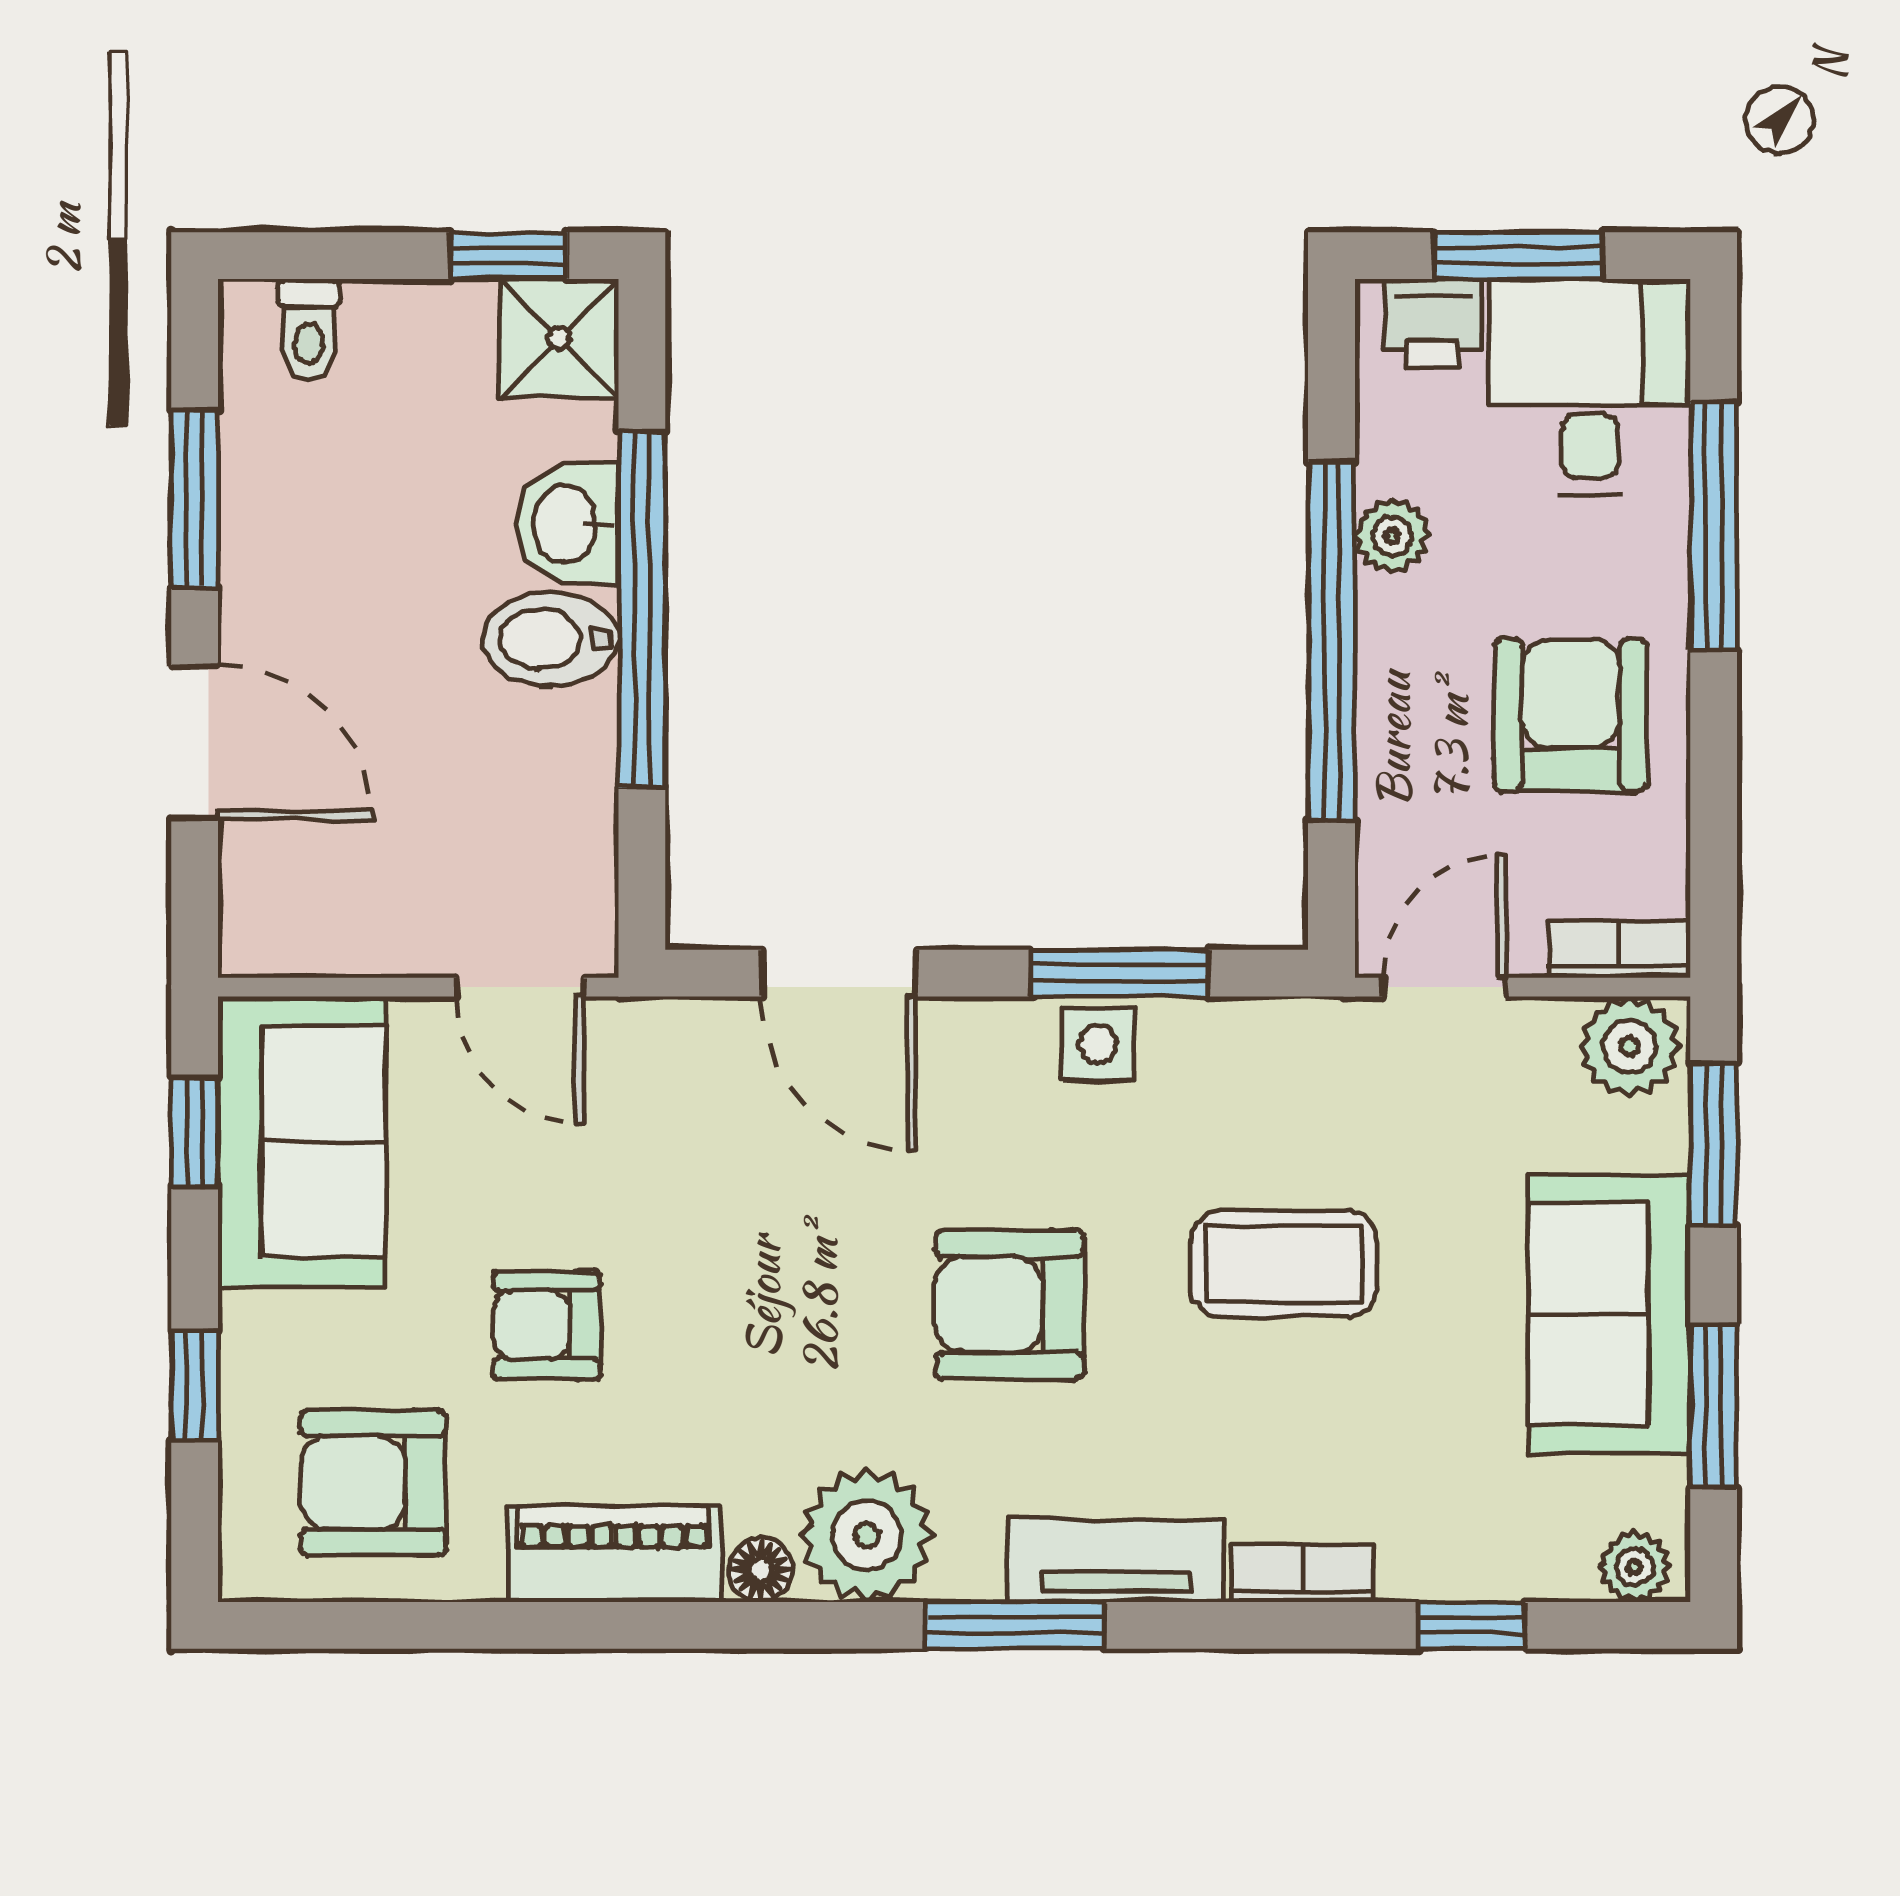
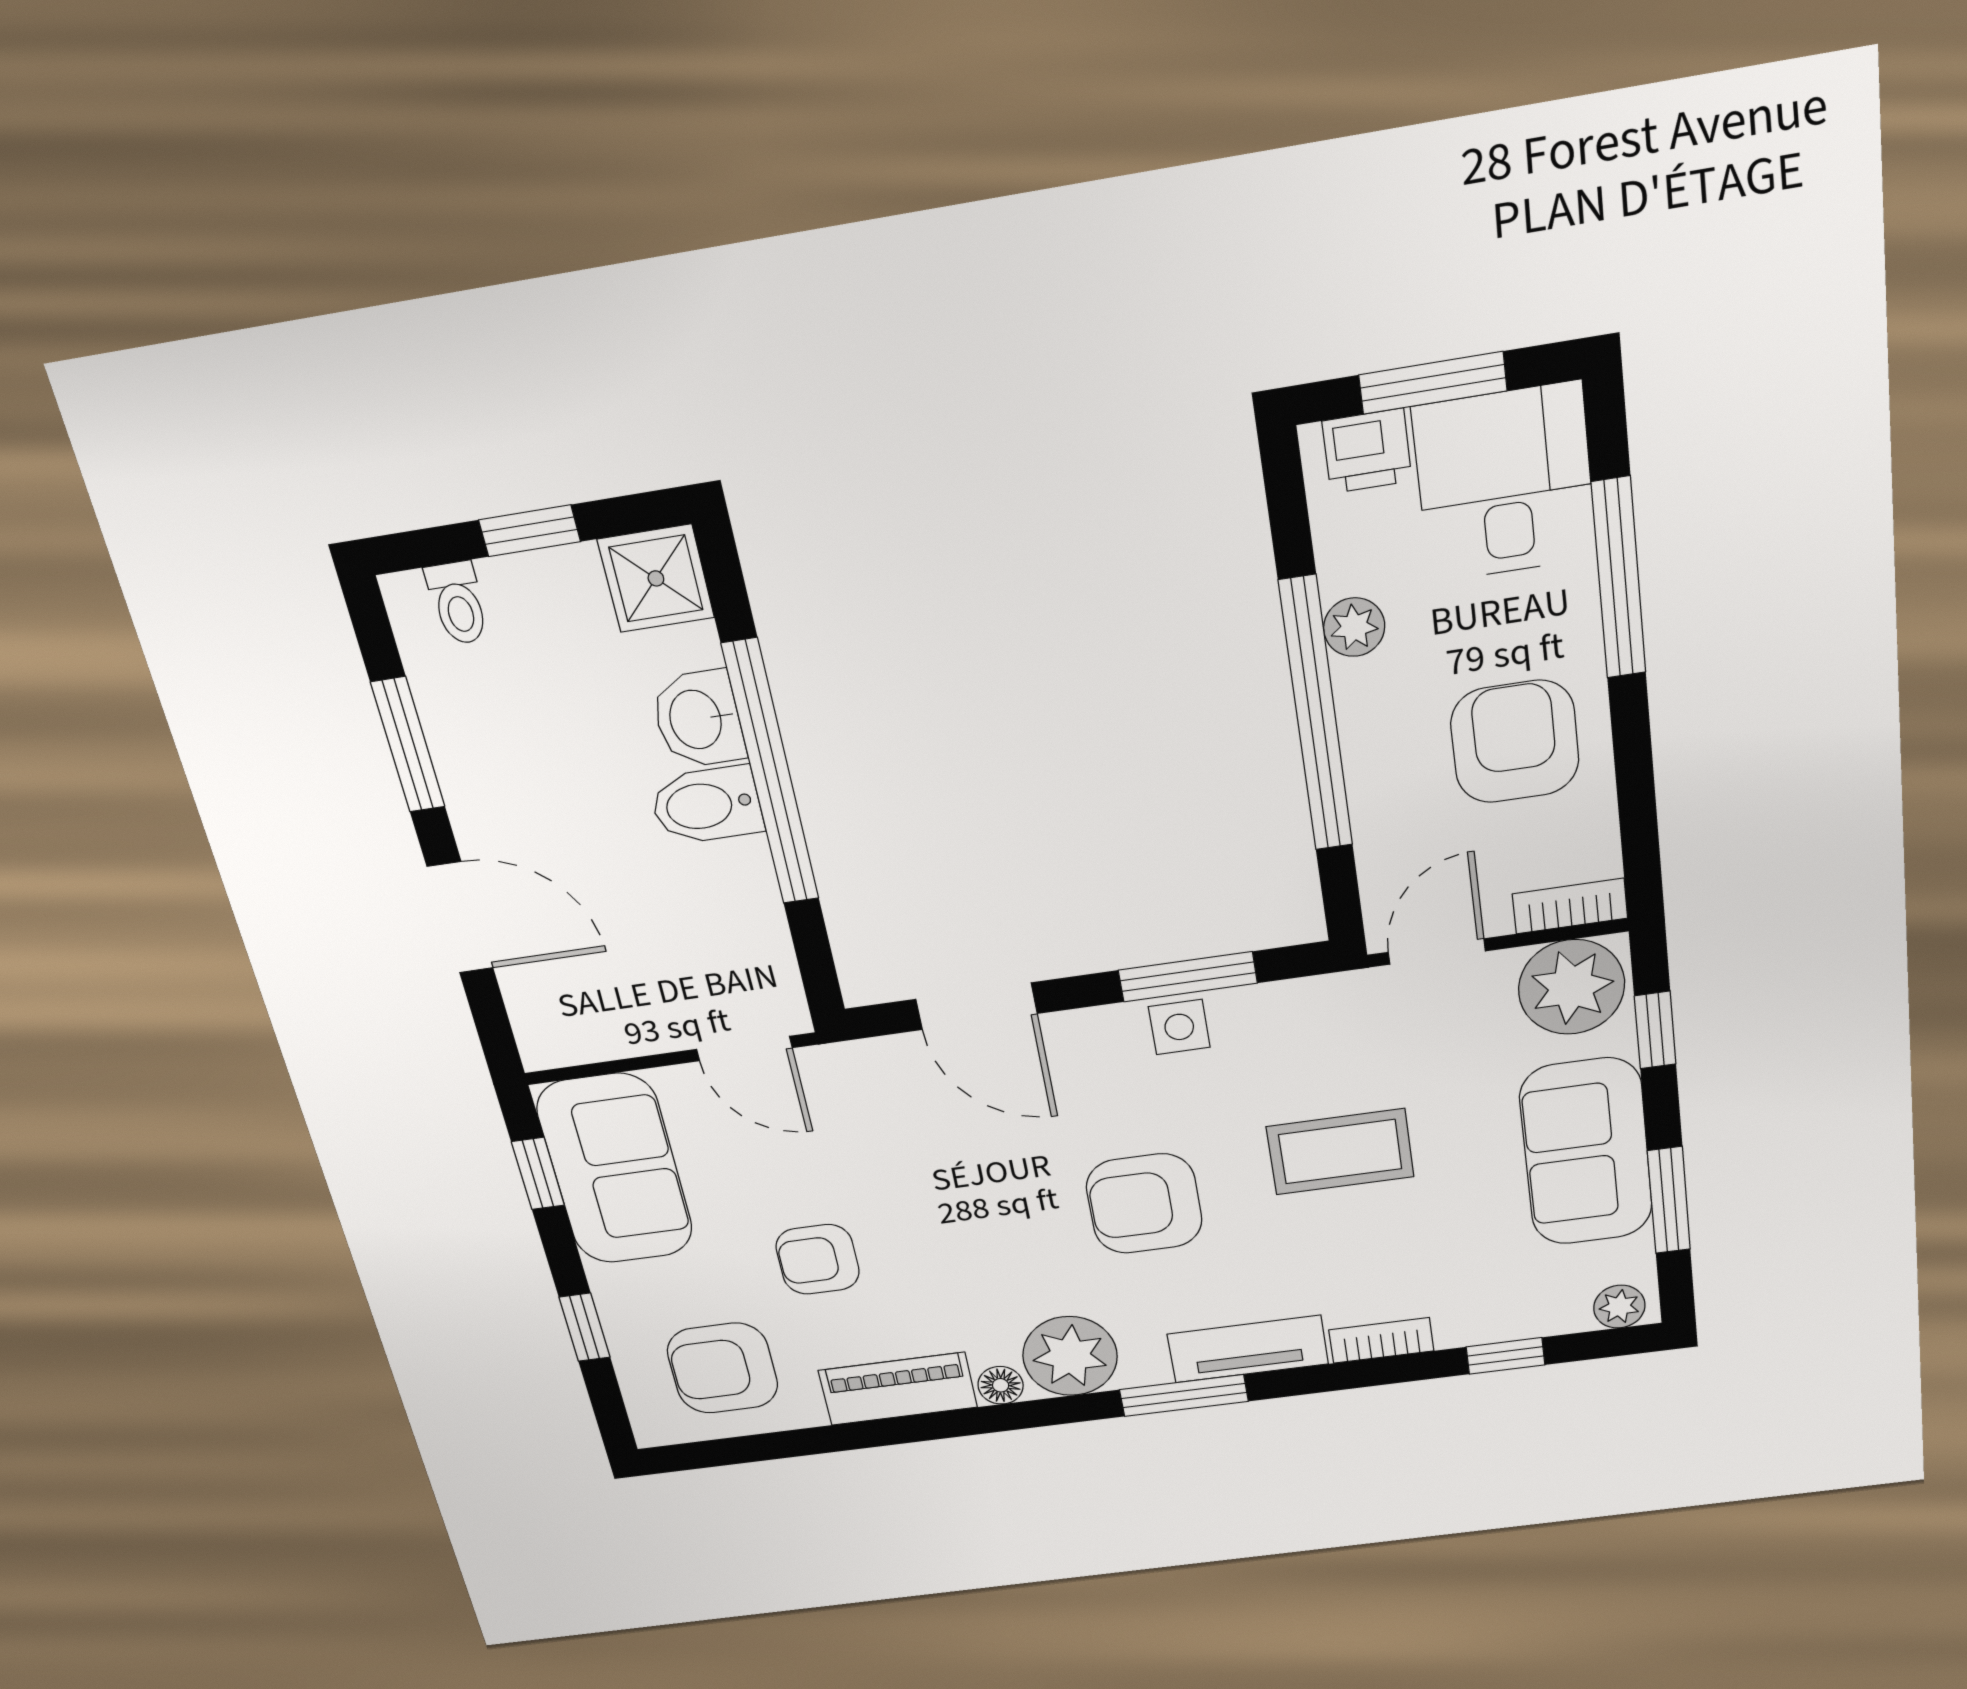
window: (509, 256) -> (530, 531), moved
plant: (1630, 1047) -> (1572, 987), width x1.36, depth x1.36
window: (1714, 1144) -> (1655, 1030), width x0.67

